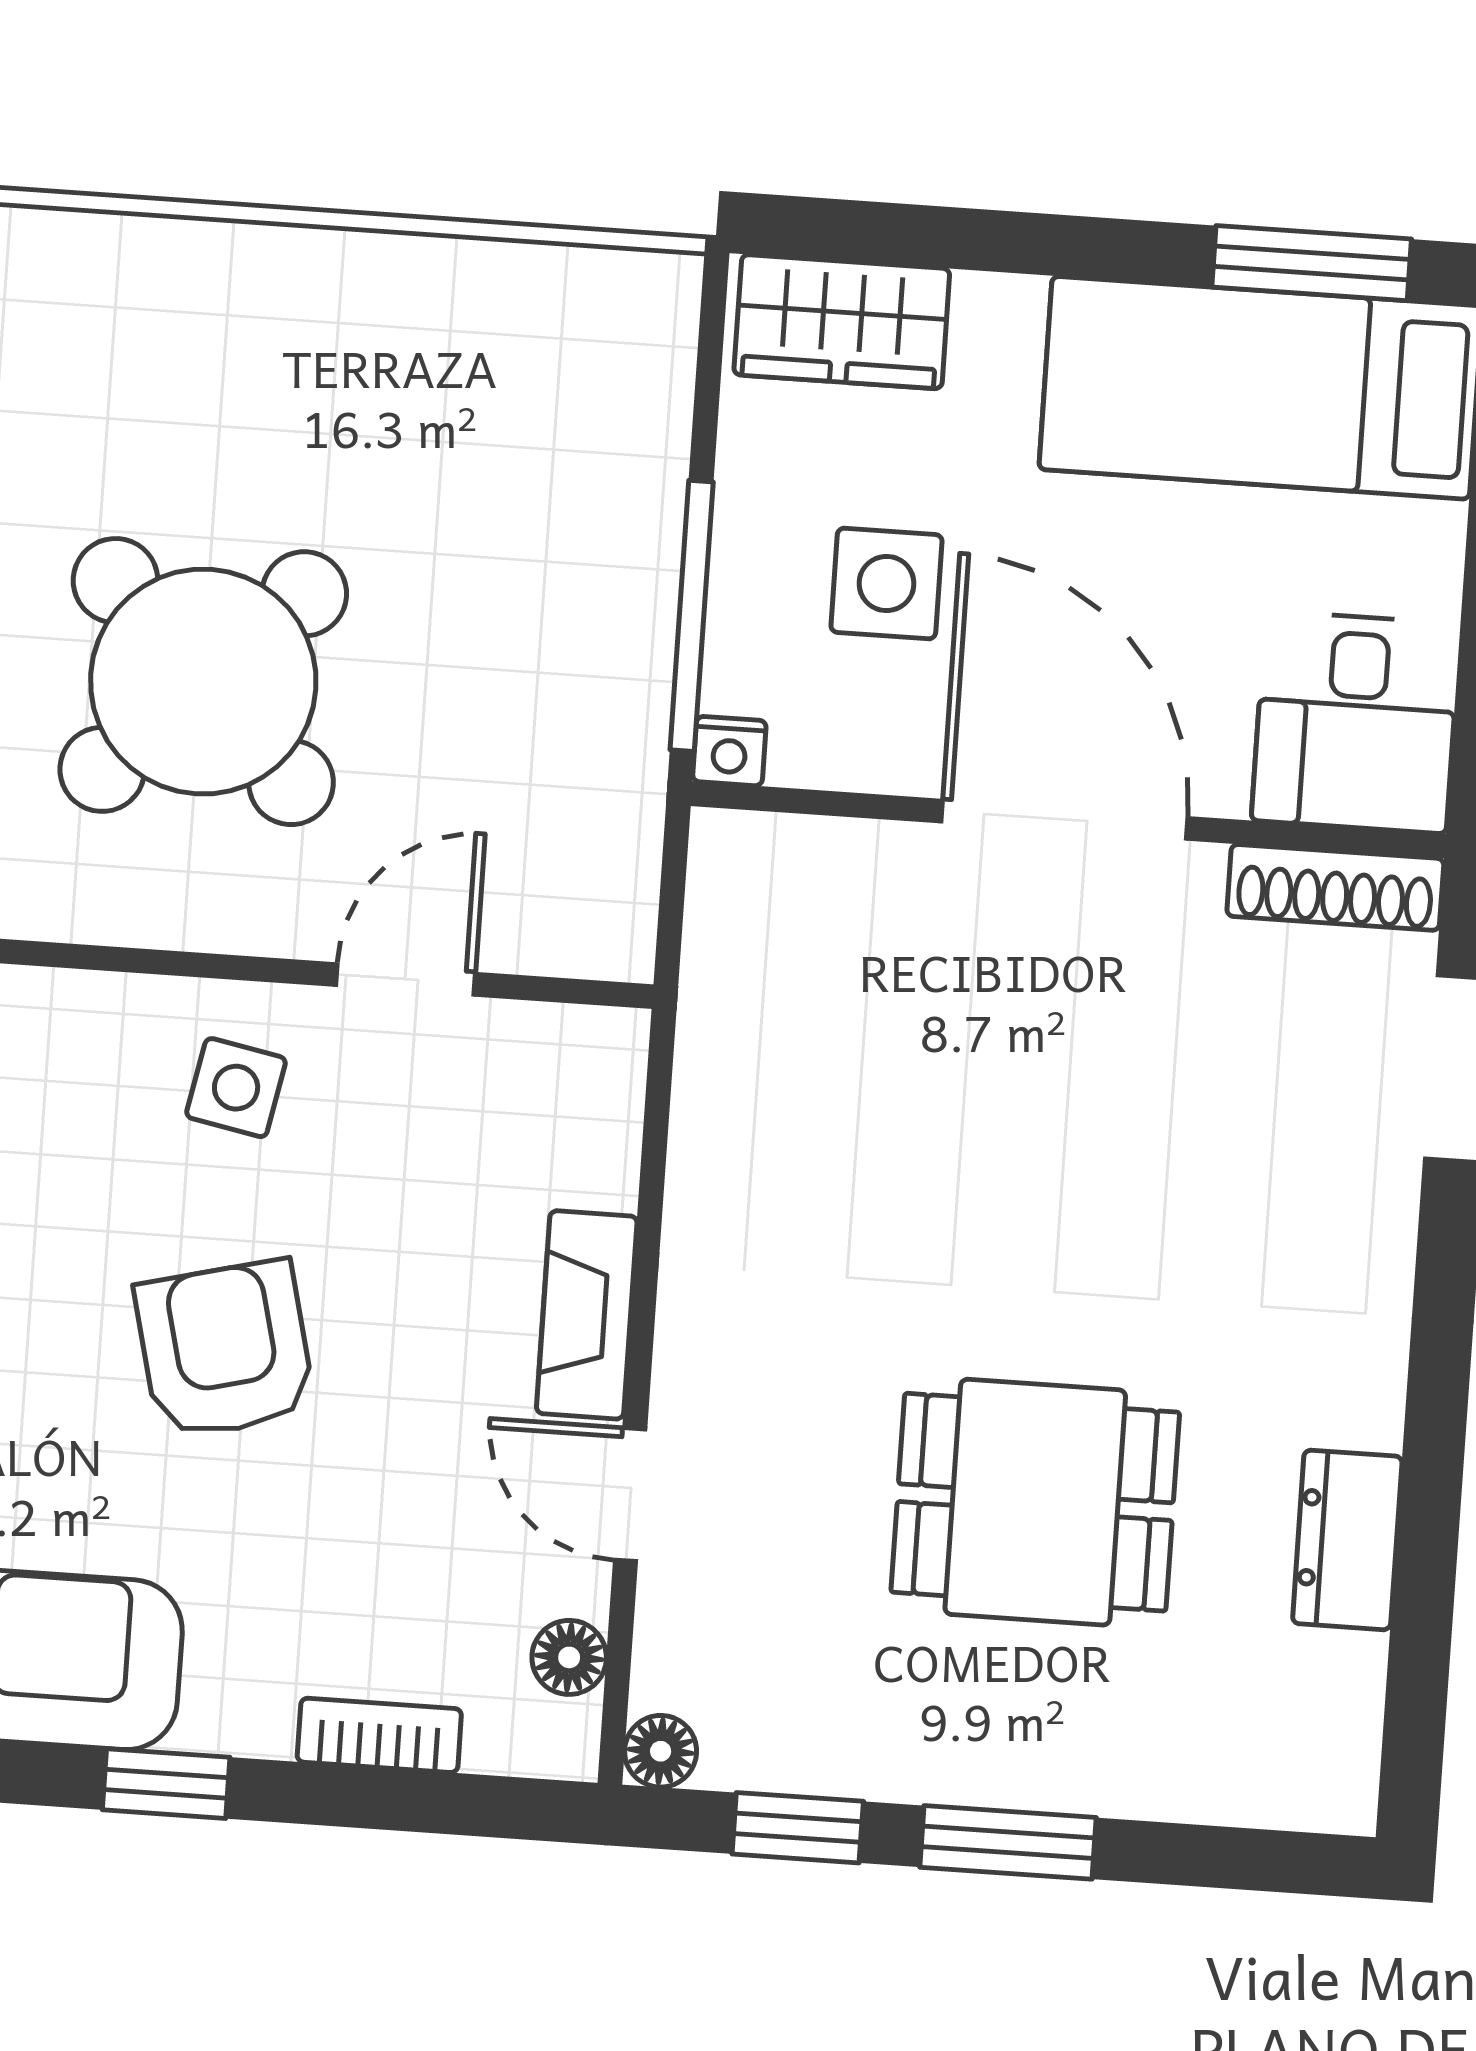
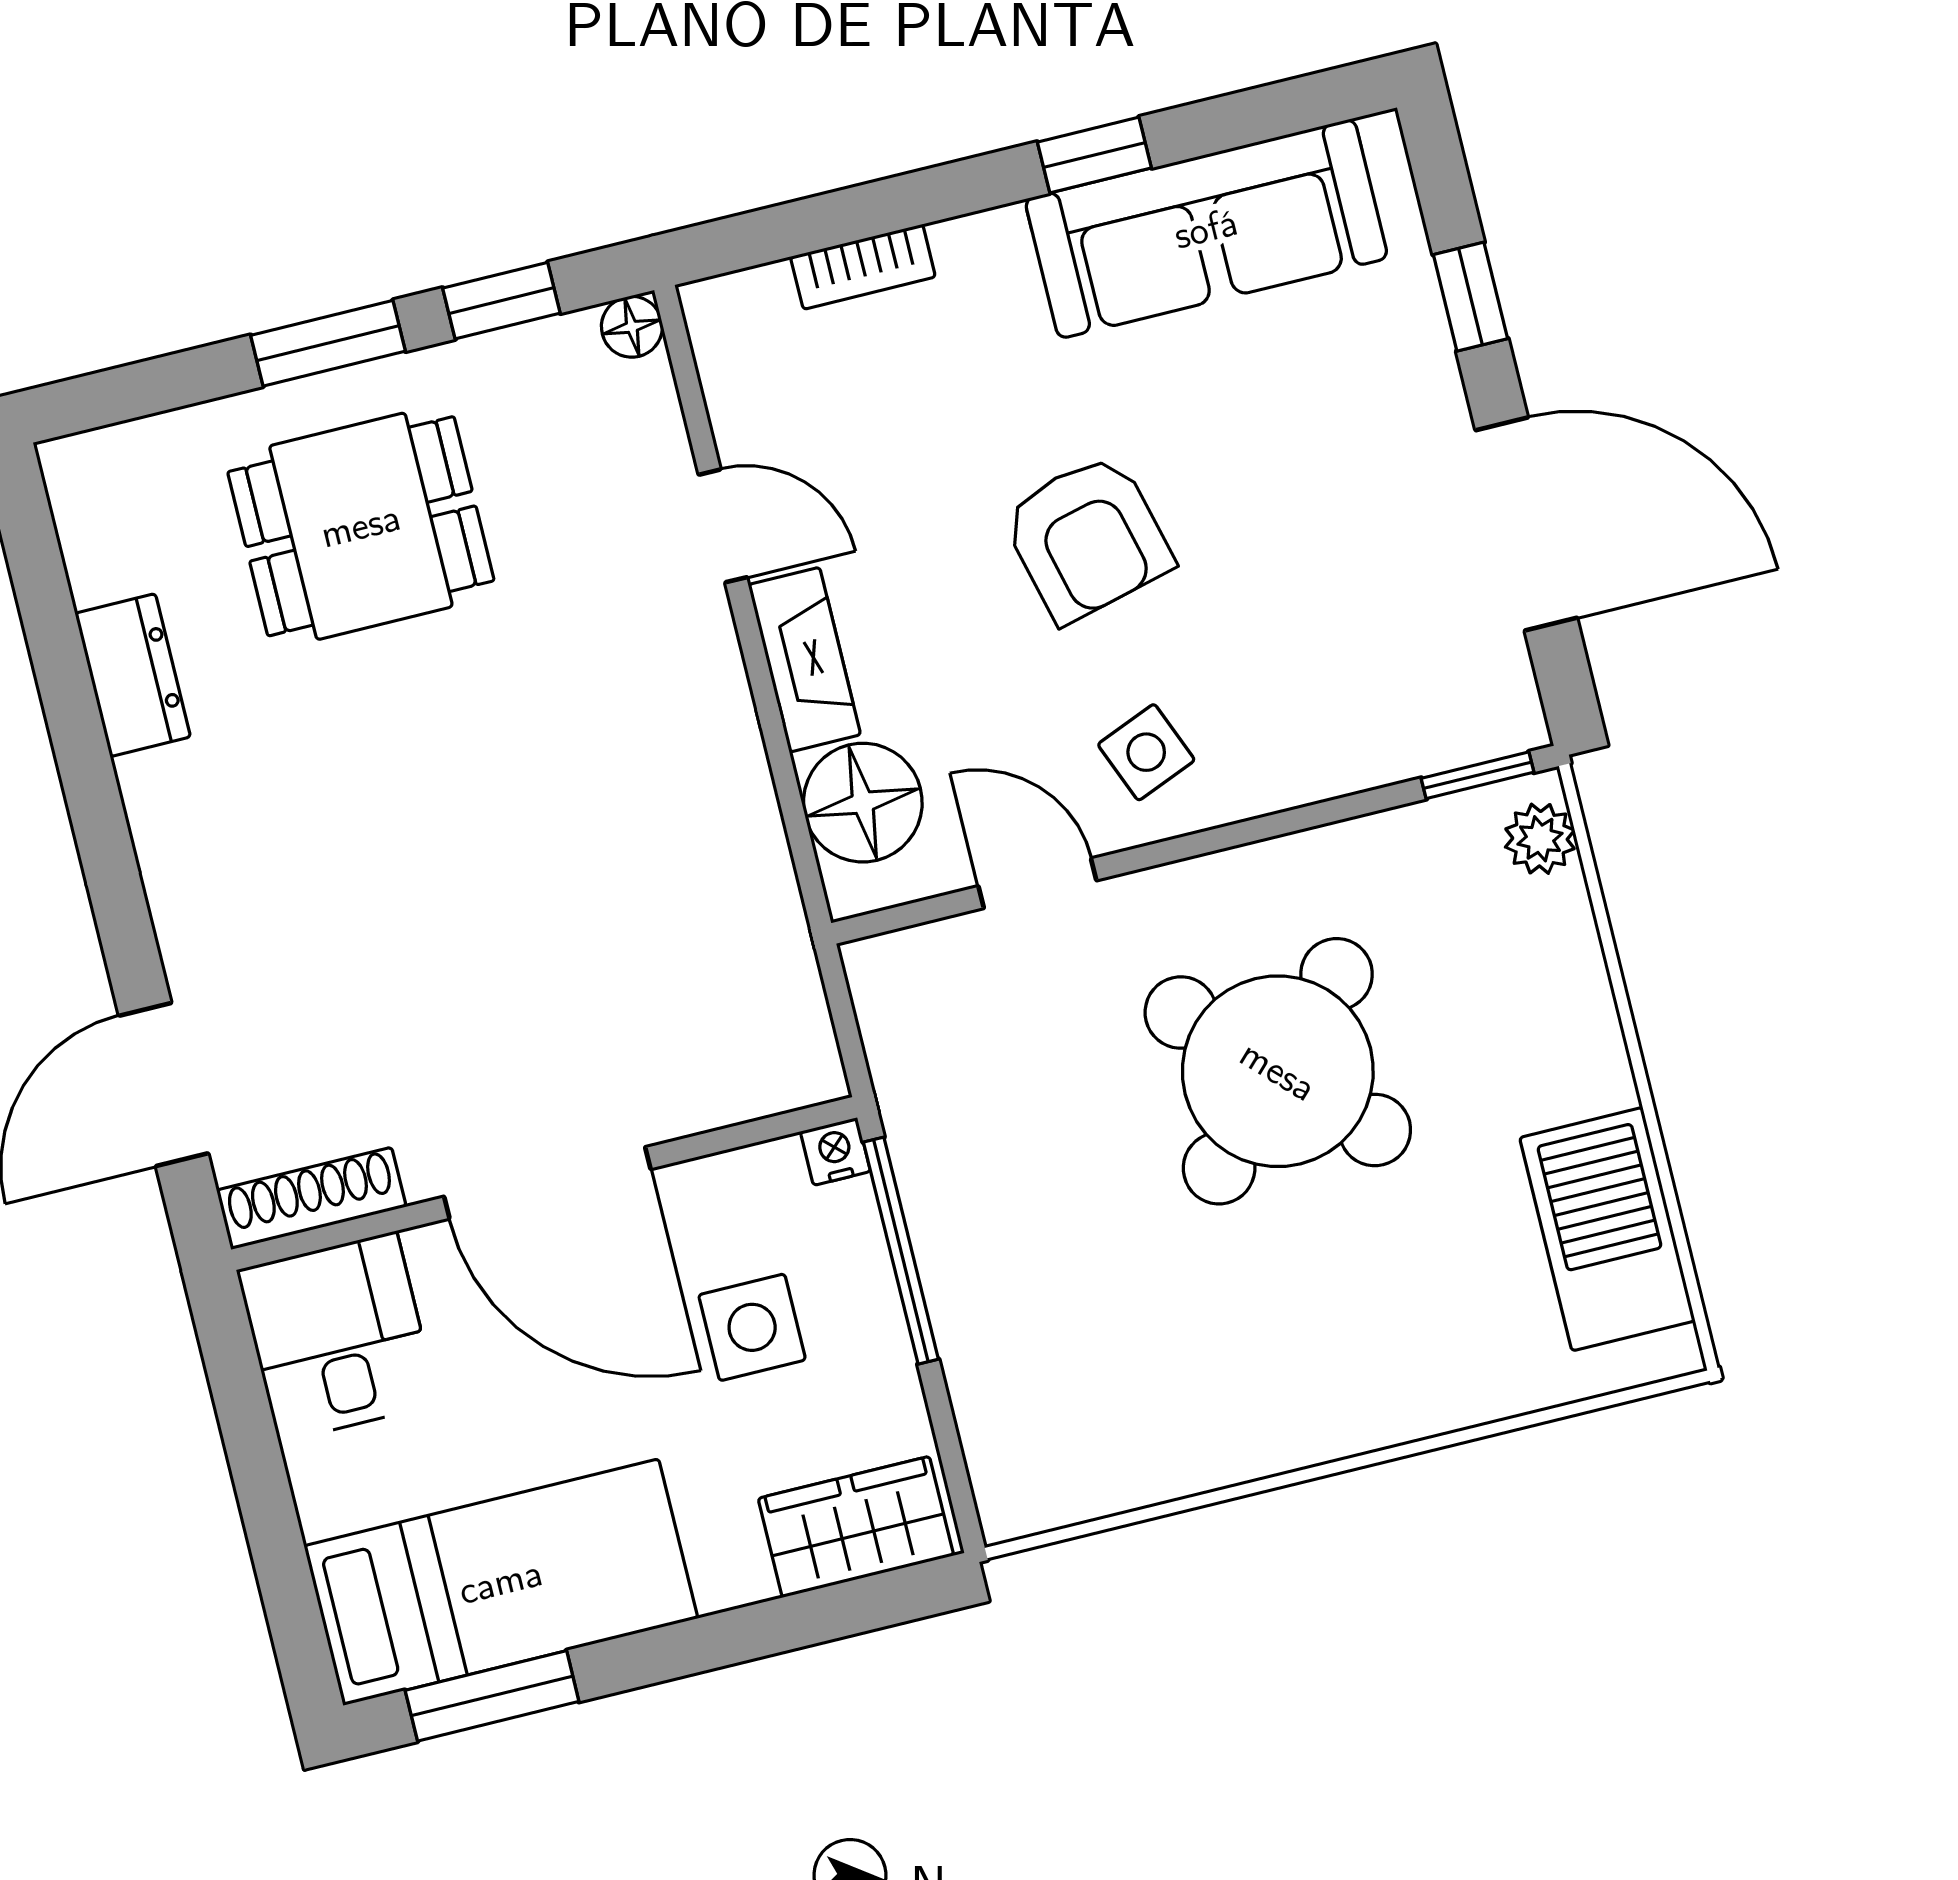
door: (406, 979) -> (1037, 883), swing flipped
side table: (236, 1088) -> (1146, 752), turned -33
dining table: (1035, 1502) -> (361, 526), moved
floor lamp: (569, 1657) -> (863, 803), moved, width x1.89, depth x1.89
window: (166, 1784) -> (1094, 155), moved

